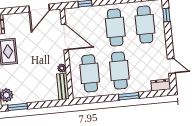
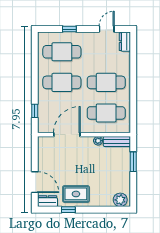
door: (39, 8) -> (35, 182), moved
window: (166, 15) -> (69, 29), moved
window: (129, 96) -> (133, 75), removed
window: (18, 107) -> (133, 162), moved

